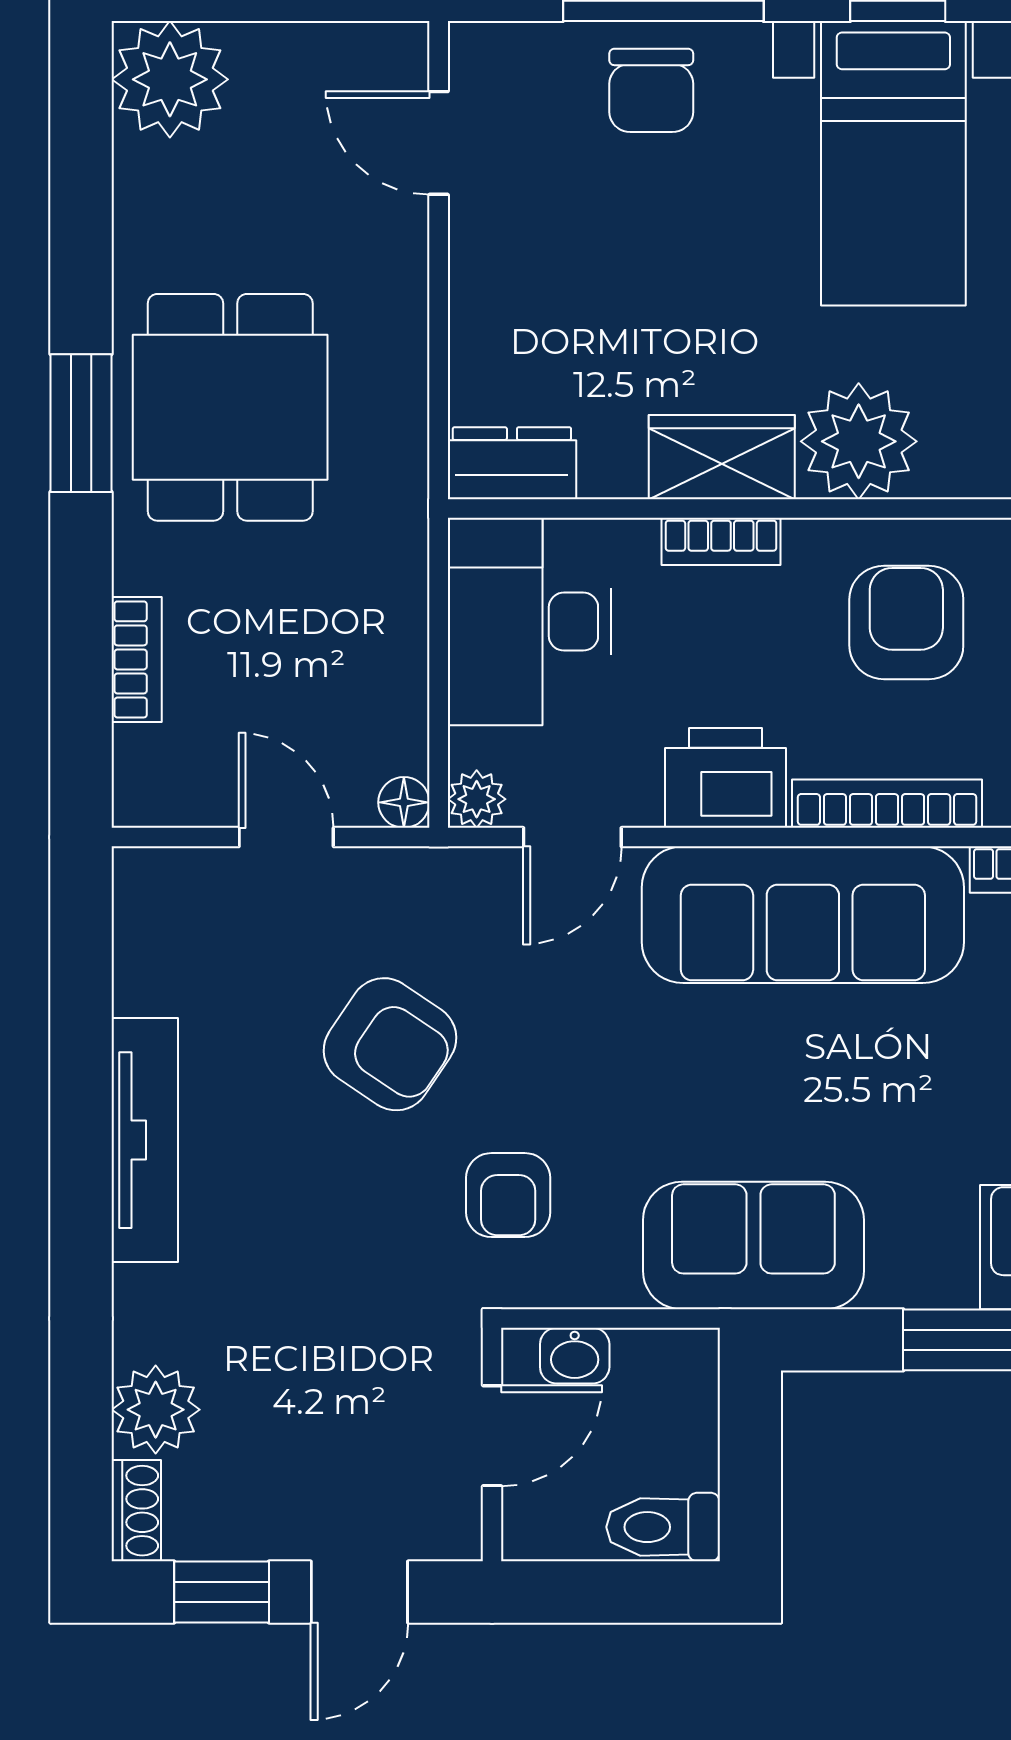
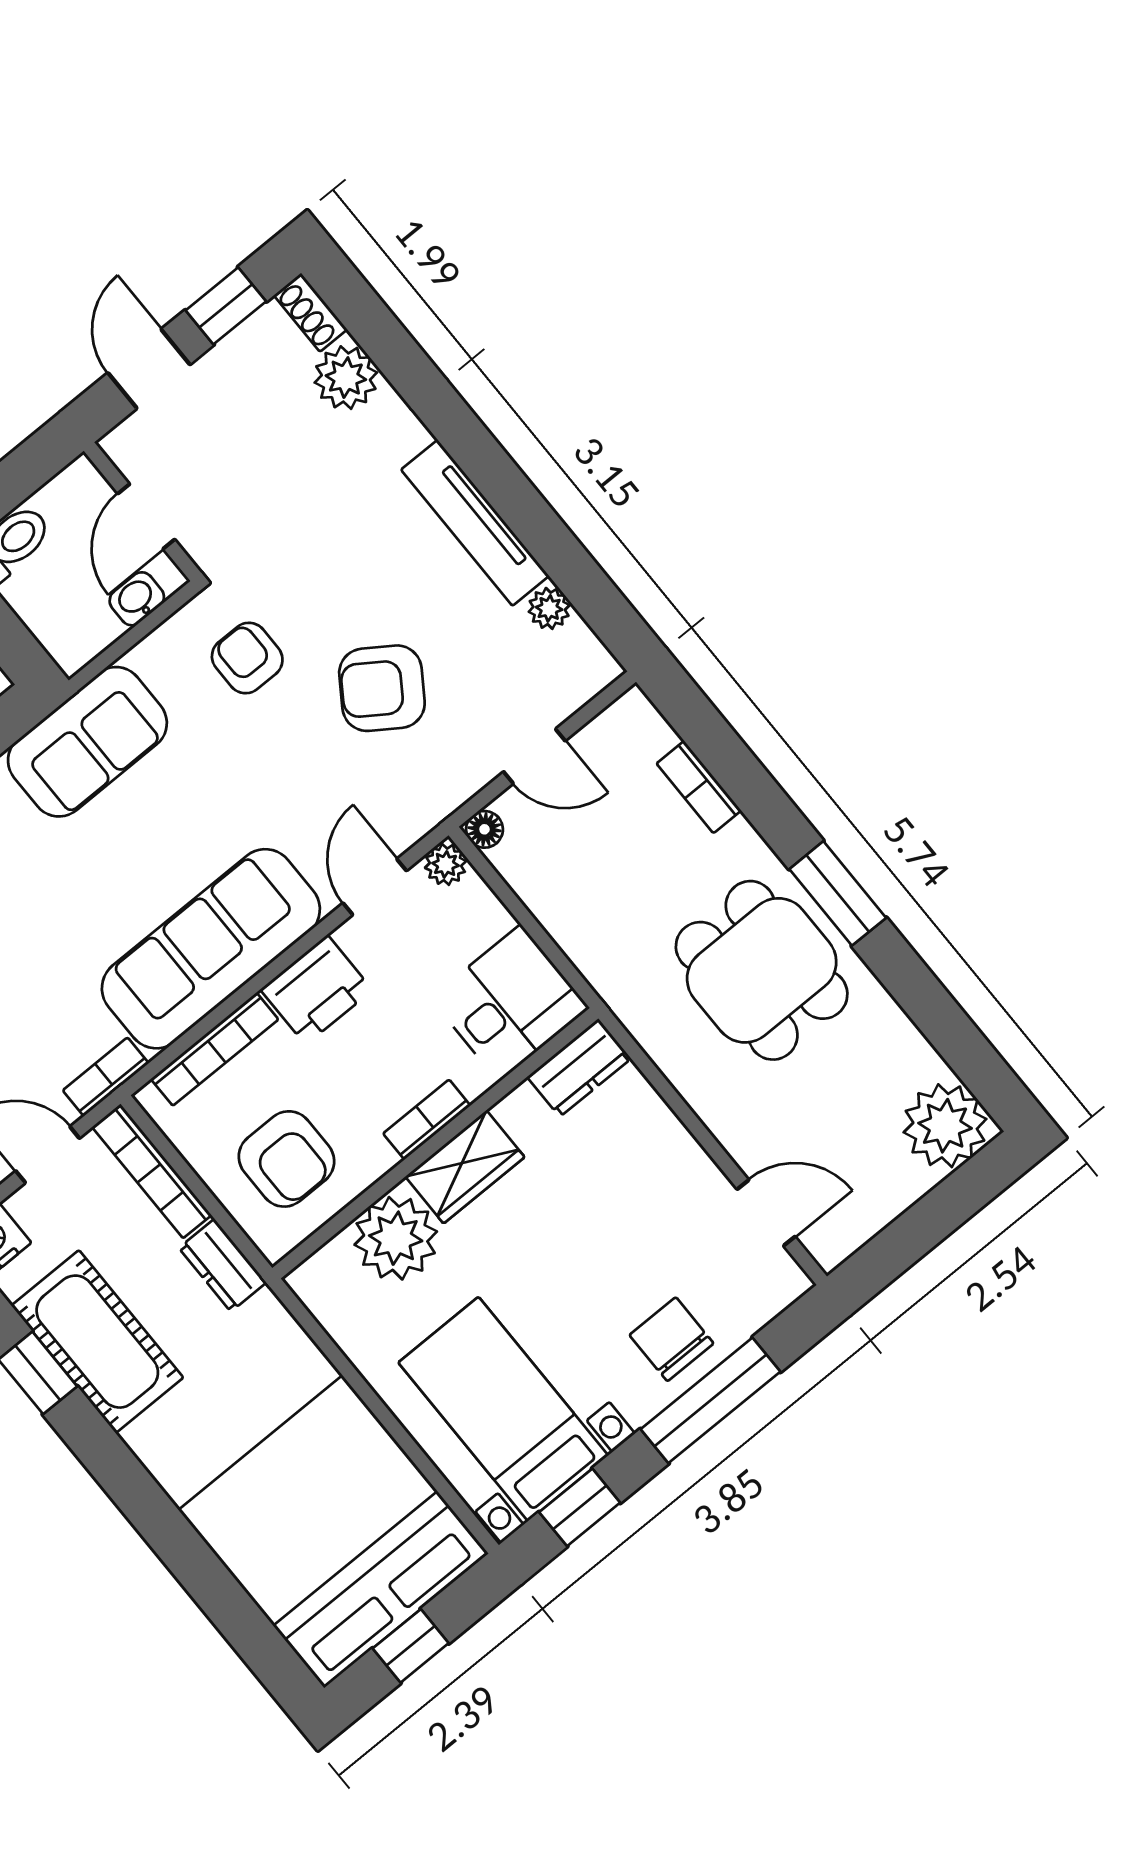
desk: (529, 622) -> (510, 1003), width x0.73
plant: (140, 983) -> (549, 608), added

